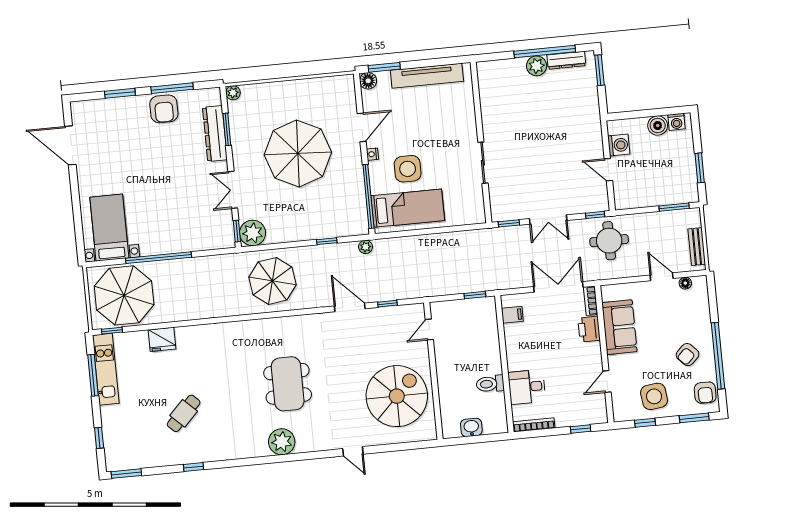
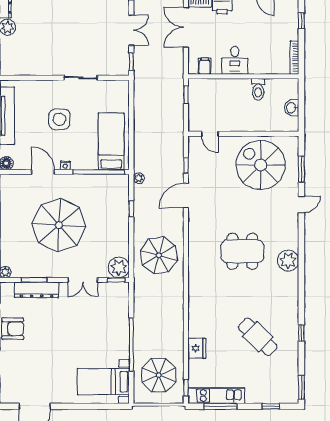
side table: (408, 169) -> (59, 119), moved
parasol: (124, 295) -> (159, 375), width x0.73, depth x0.73
desk: (527, 387) -> (235, 60), moved
cafe table: (184, 413) -> (258, 337), width x1.37, depth x1.35
window: (396, 447) -> (301, 169), added

